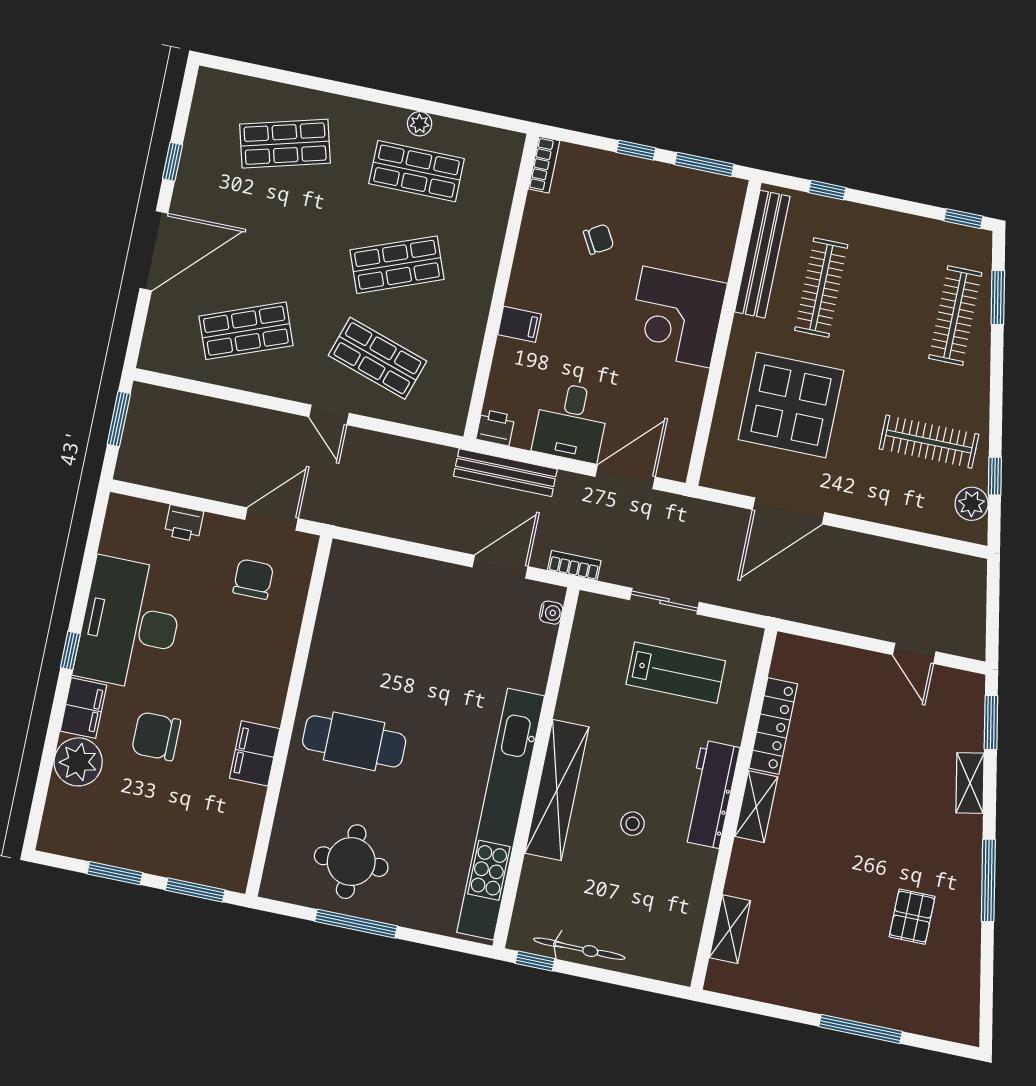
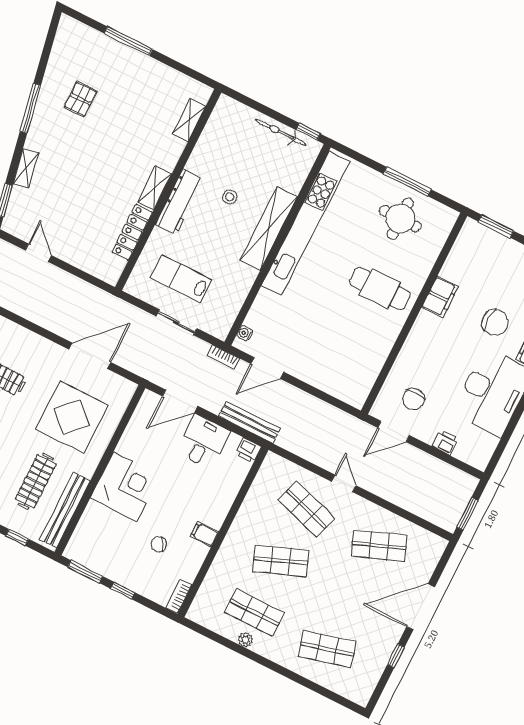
filing cabinet: (519, 324) -> (204, 534), moved

